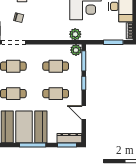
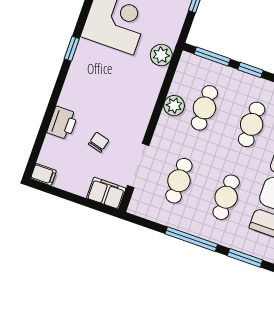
plant: (76, 50) -> (174, 106), moved

